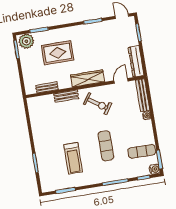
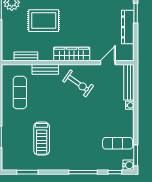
dresser: (136, 61) -> (128, 27), moved
exercise mat: (106, 146) -> (20, 93), moved

